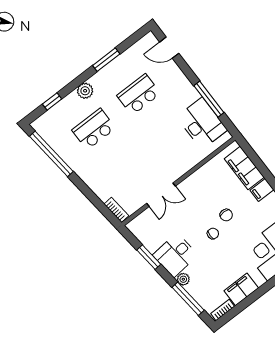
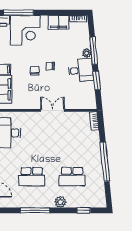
window: (106, 60) -> (35, 210), width x1.44
window: (51, 154) -> (105, 162), moved
double door: (161, 195) -> (52, 110), moved
window: (188, 299) -> (94, 51), moved

